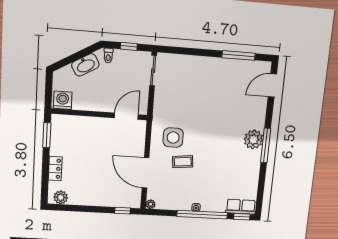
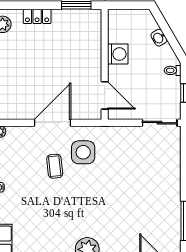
washbasin: (85, 65) -> (159, 38), width x0.52, depth x0.69
washing machine: (63, 100) -> (118, 54), moved
door: (146, 173) -> (52, 123), moved

